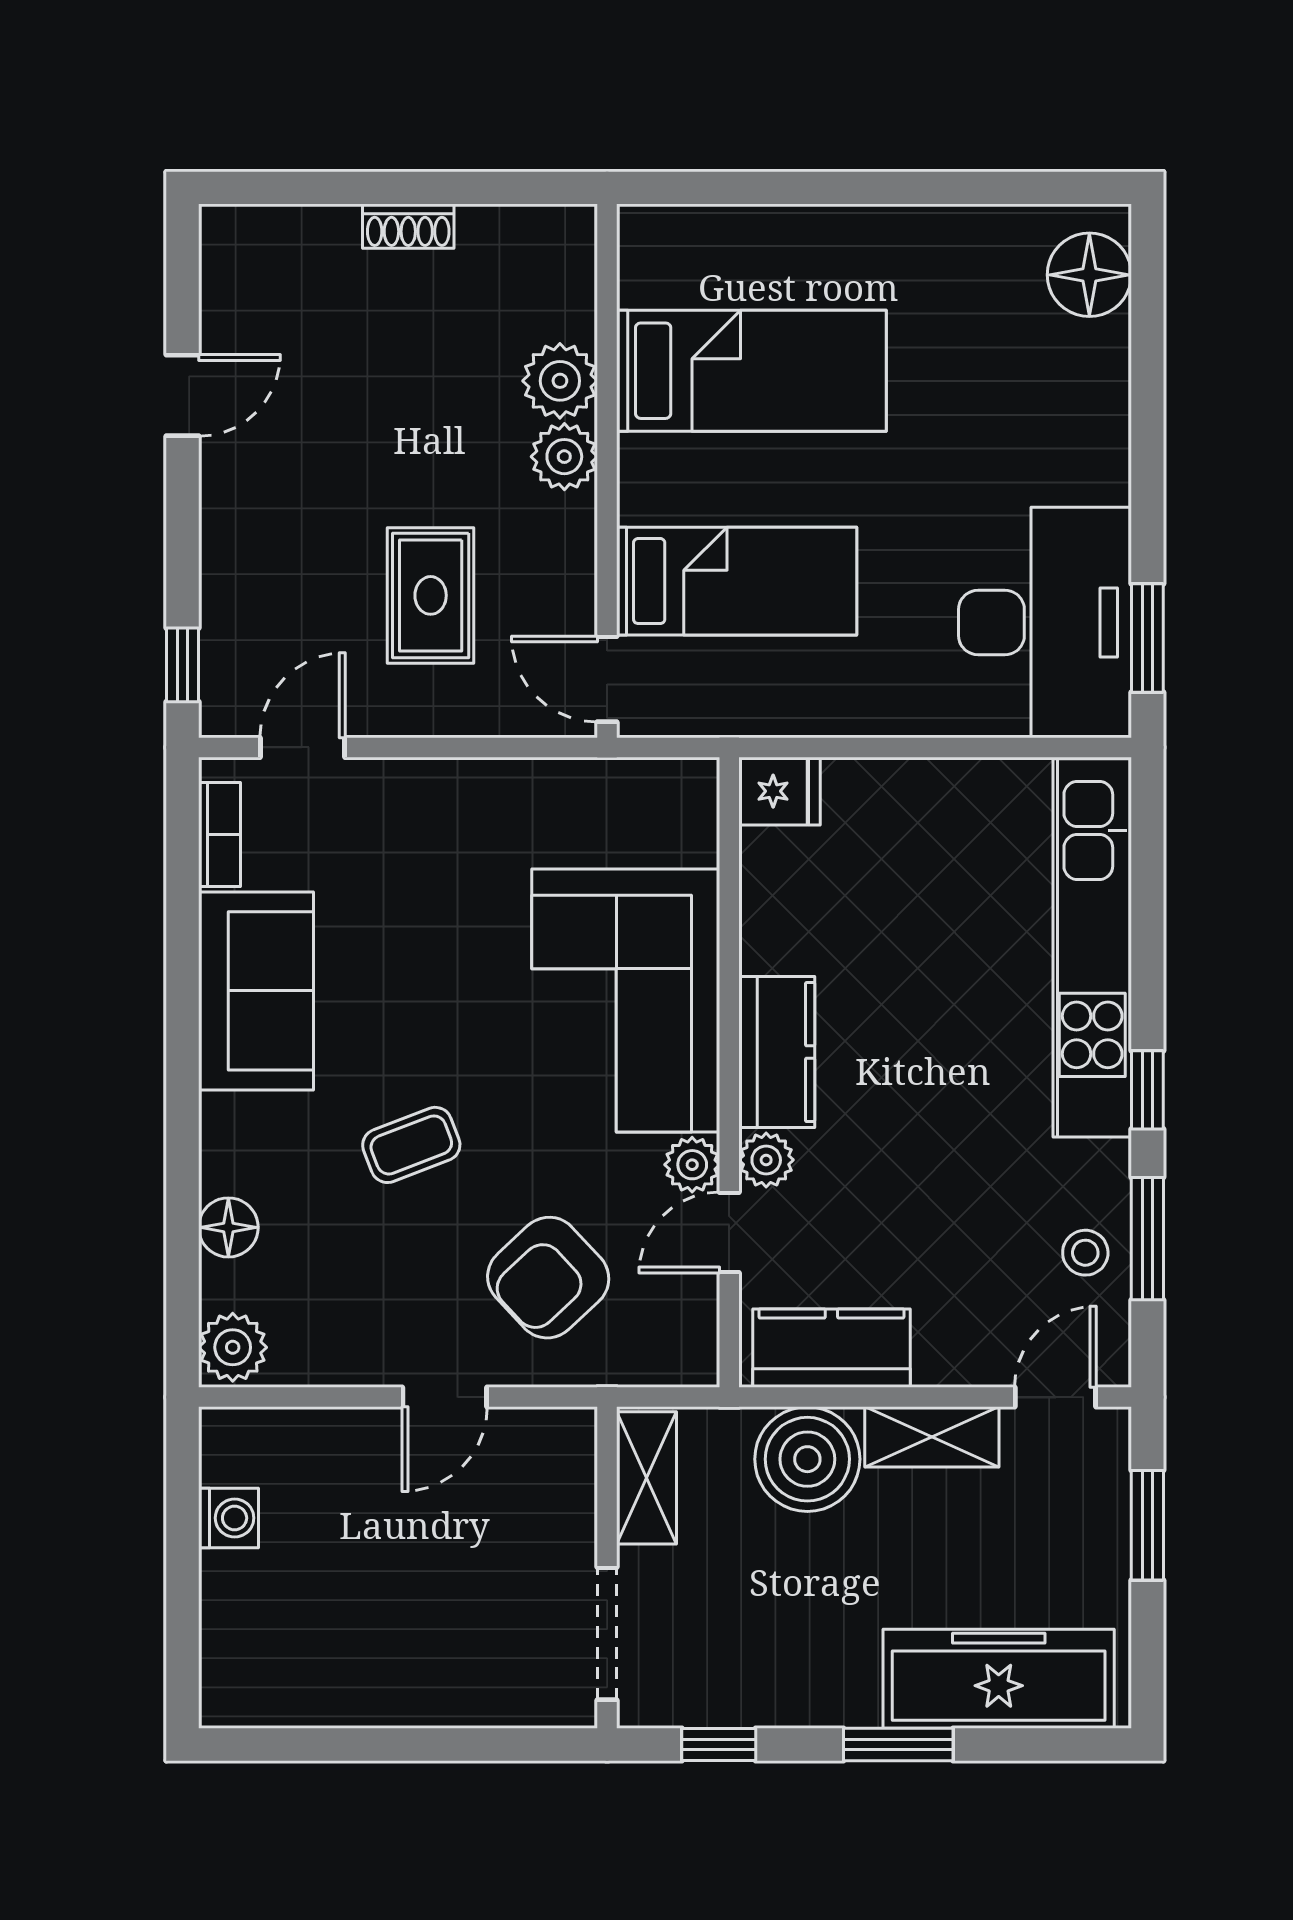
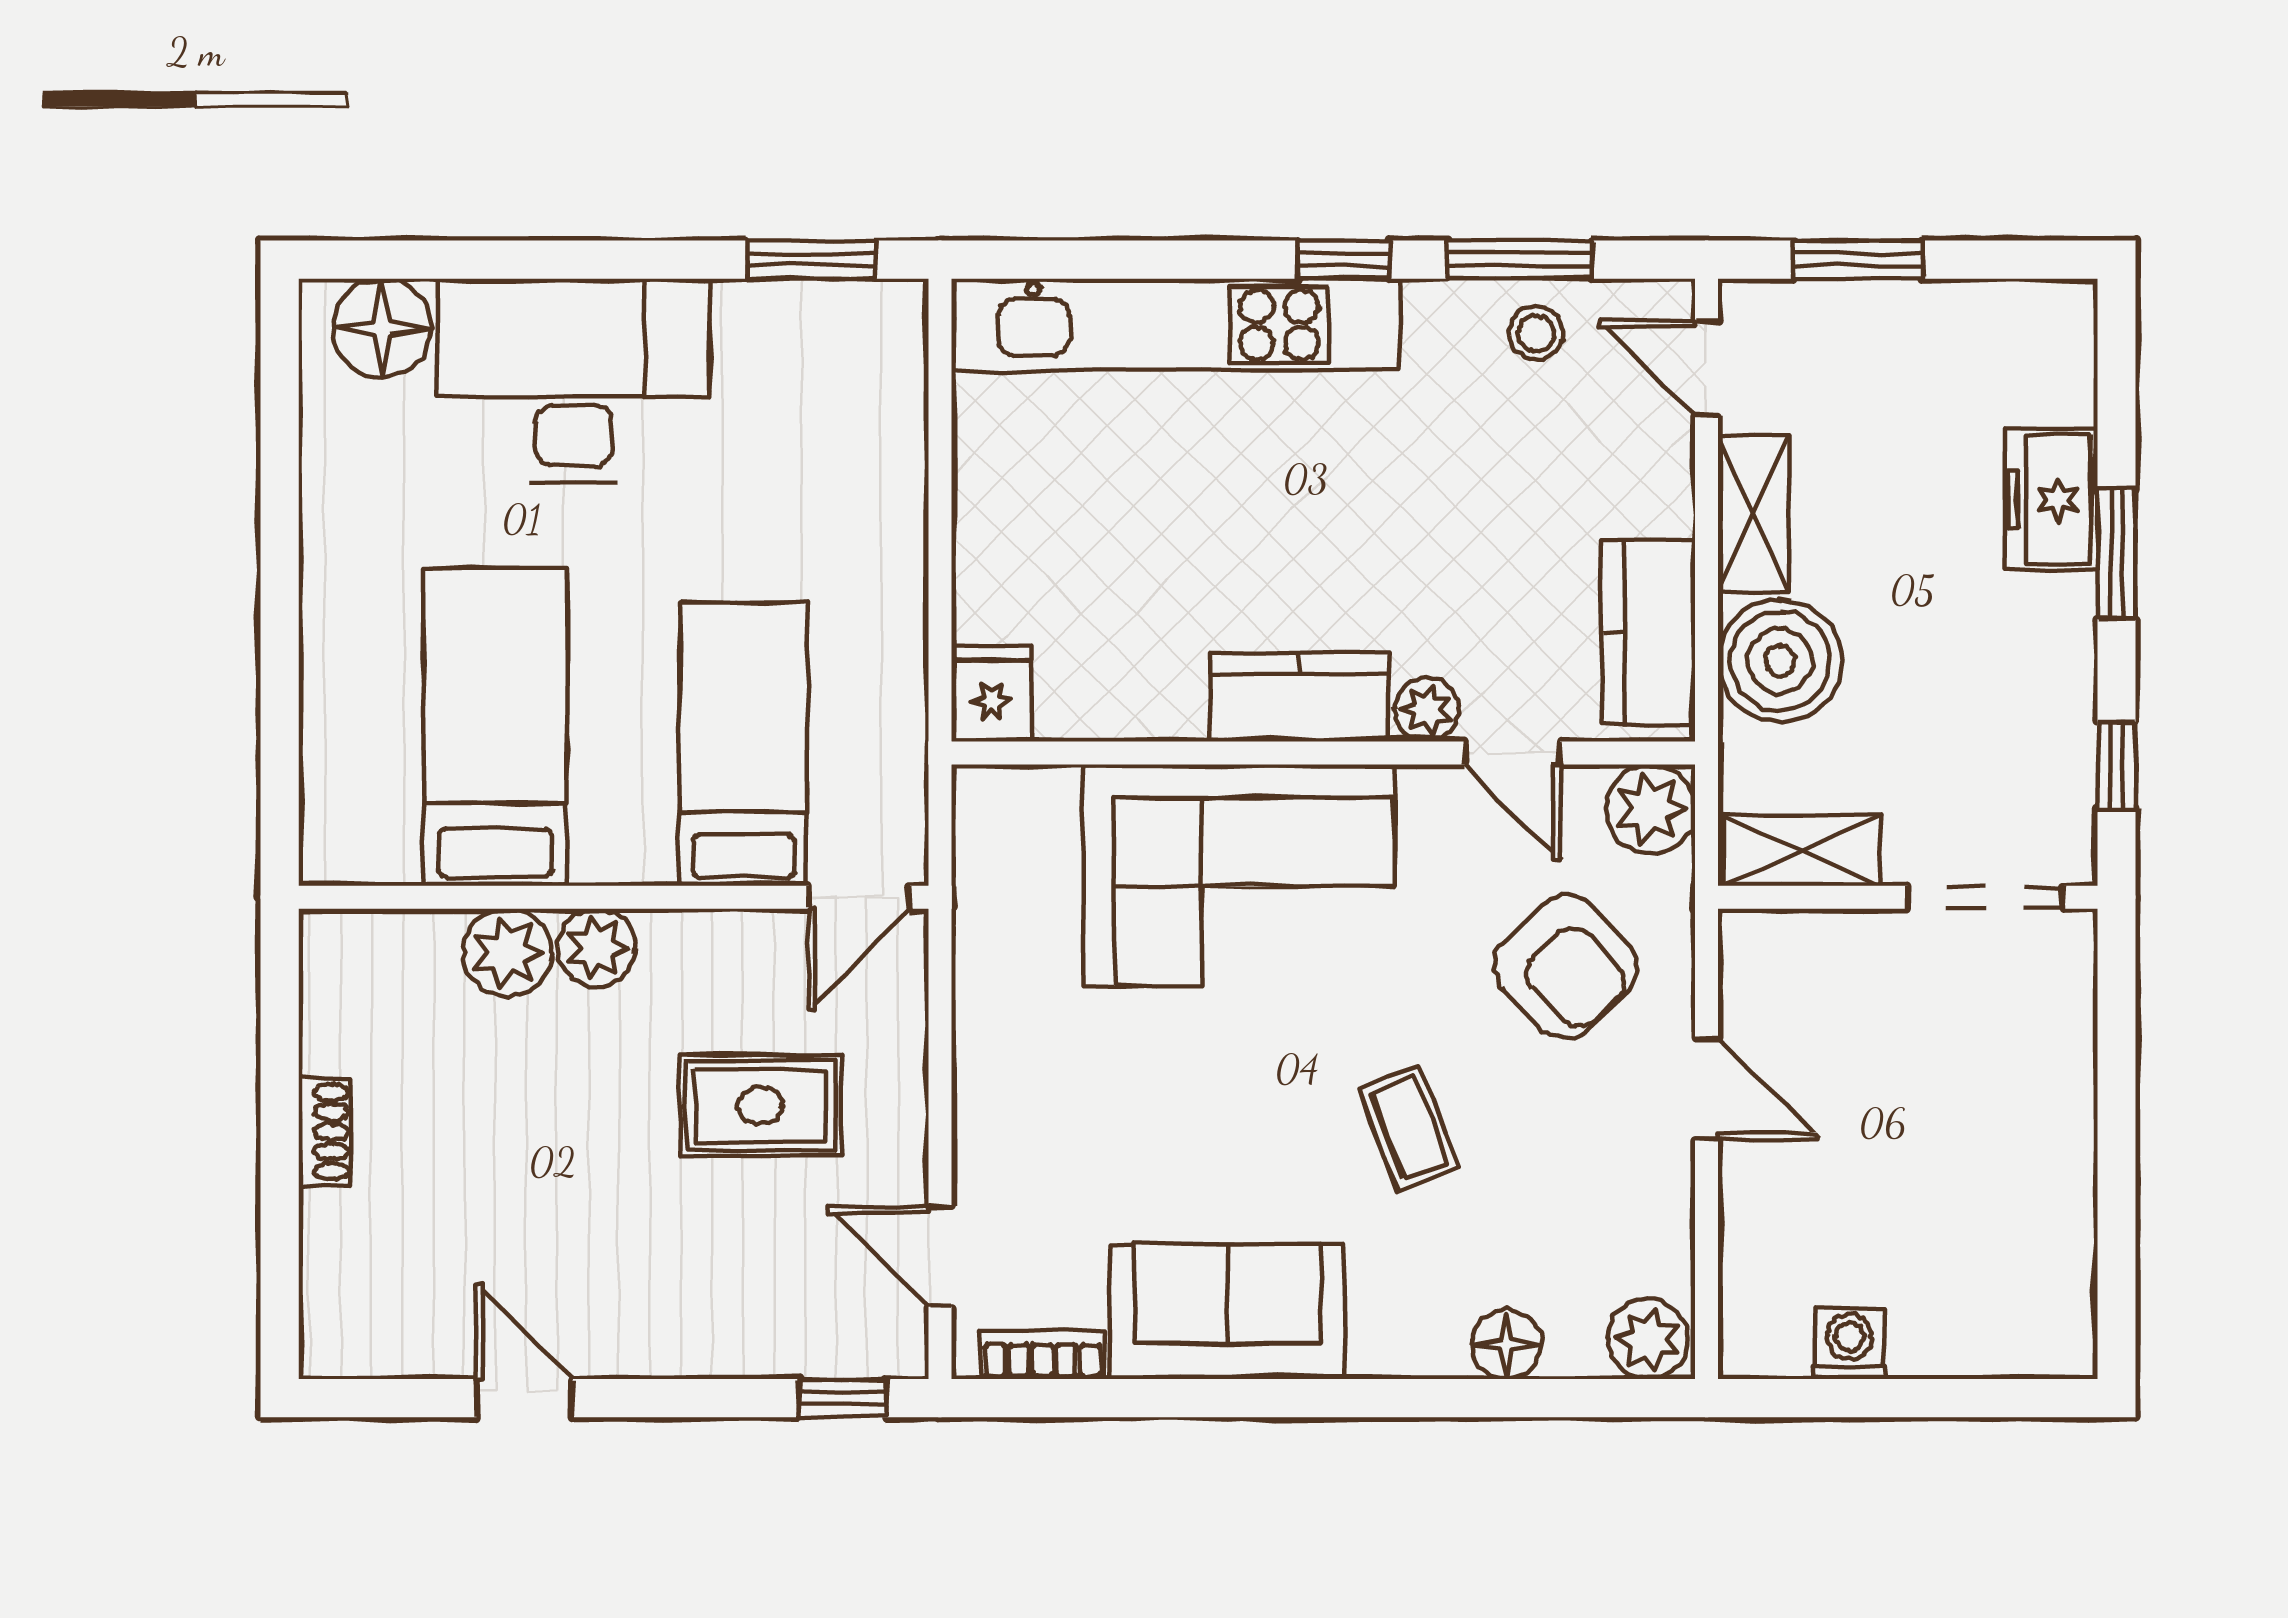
desk: (1045, 622) -> (574, 380), moved
plant: (692, 1165) -> (1651, 809), moved, width x1.38, depth x1.38
freezer: (999, 1679) -> (2051, 500), width x0.52, depth x0.79

